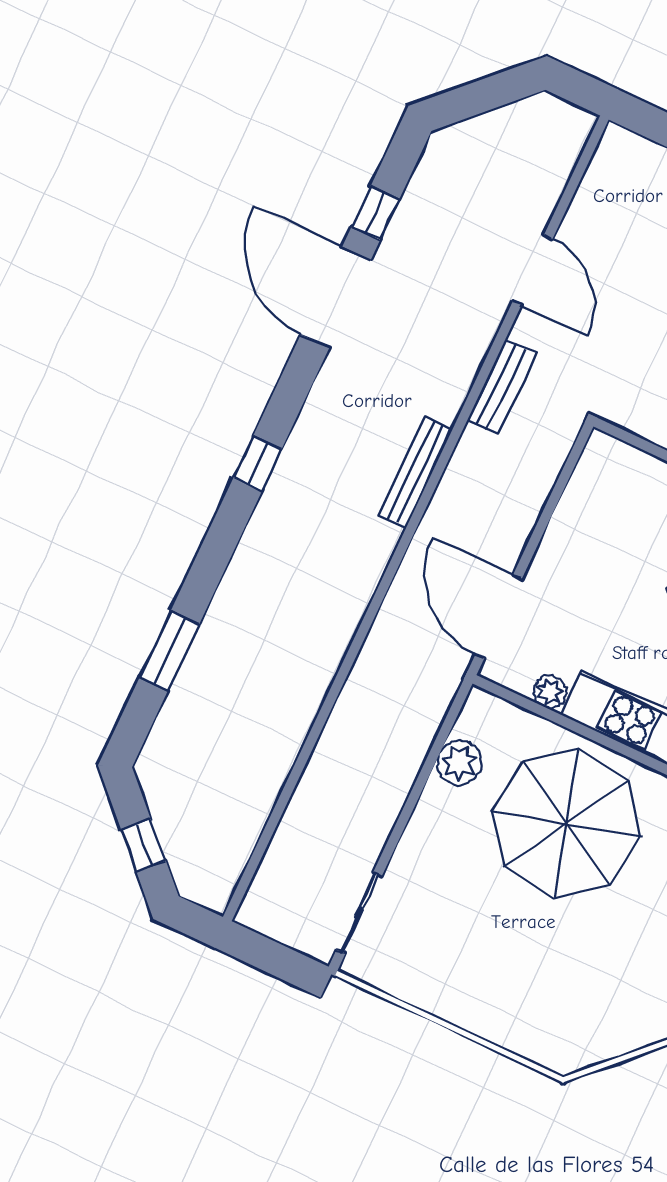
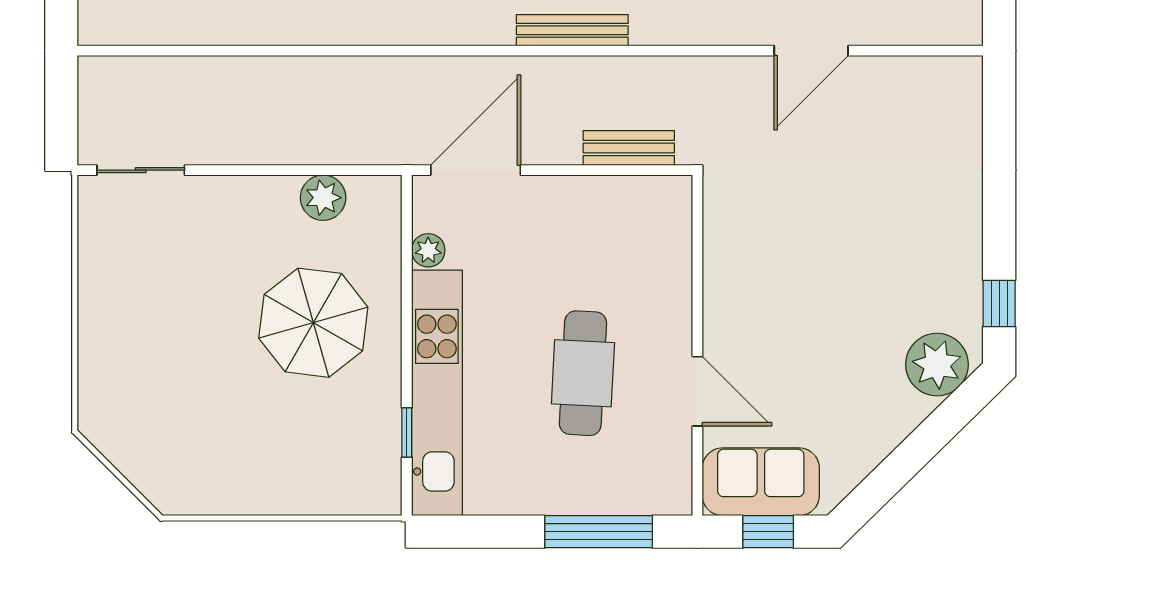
bench: (502, 386) -> (629, 148), moved
parasol: (566, 823) -> (313, 323), width x0.73, depth x0.73

